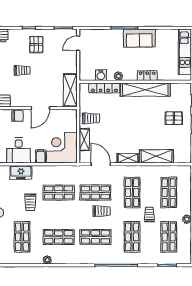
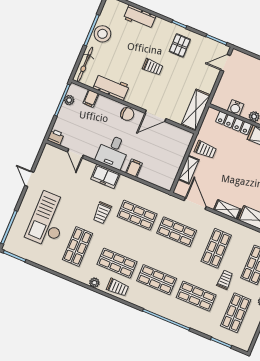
corner desk: (62, 148) -> (161, 168), removed
trolley: (102, 211) -> (118, 287), moved
shop shelf: (132, 237) -> (196, 296), turned 90

